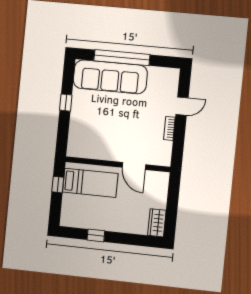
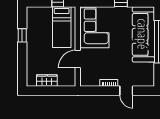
corner sofa: (95, 140) -> (94, 28), added
wardrobe: (157, 223) -> (47, 80), moved

